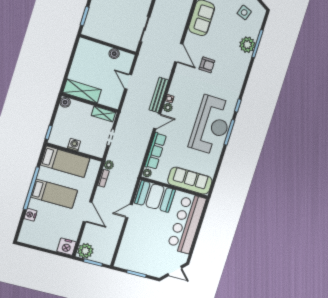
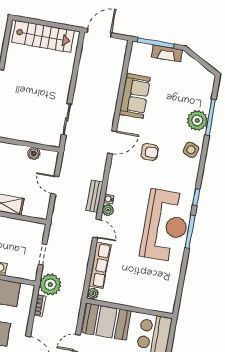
side table: (244, 12) -> (191, 150), moved
door: (179, 53) -> (112, 142), hinge flipped
bench: (159, 95) -> (95, 196), width x0.73
shelving: (103, 114) -> (30, 227), removed
door: (157, 121) -> (97, 229), hinge flipped
plant: (109, 165) -> (50, 284), width x1.88, depth x1.88
sofa: (190, 181) -> (148, 298), removed

